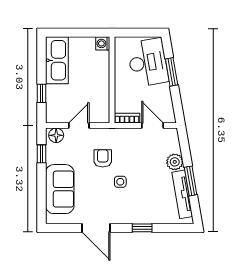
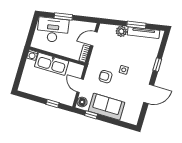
kitchen sink: (57, 60) -> (52, 64), moved, turned 180
sofa: (60, 189) -> (107, 107), moved

